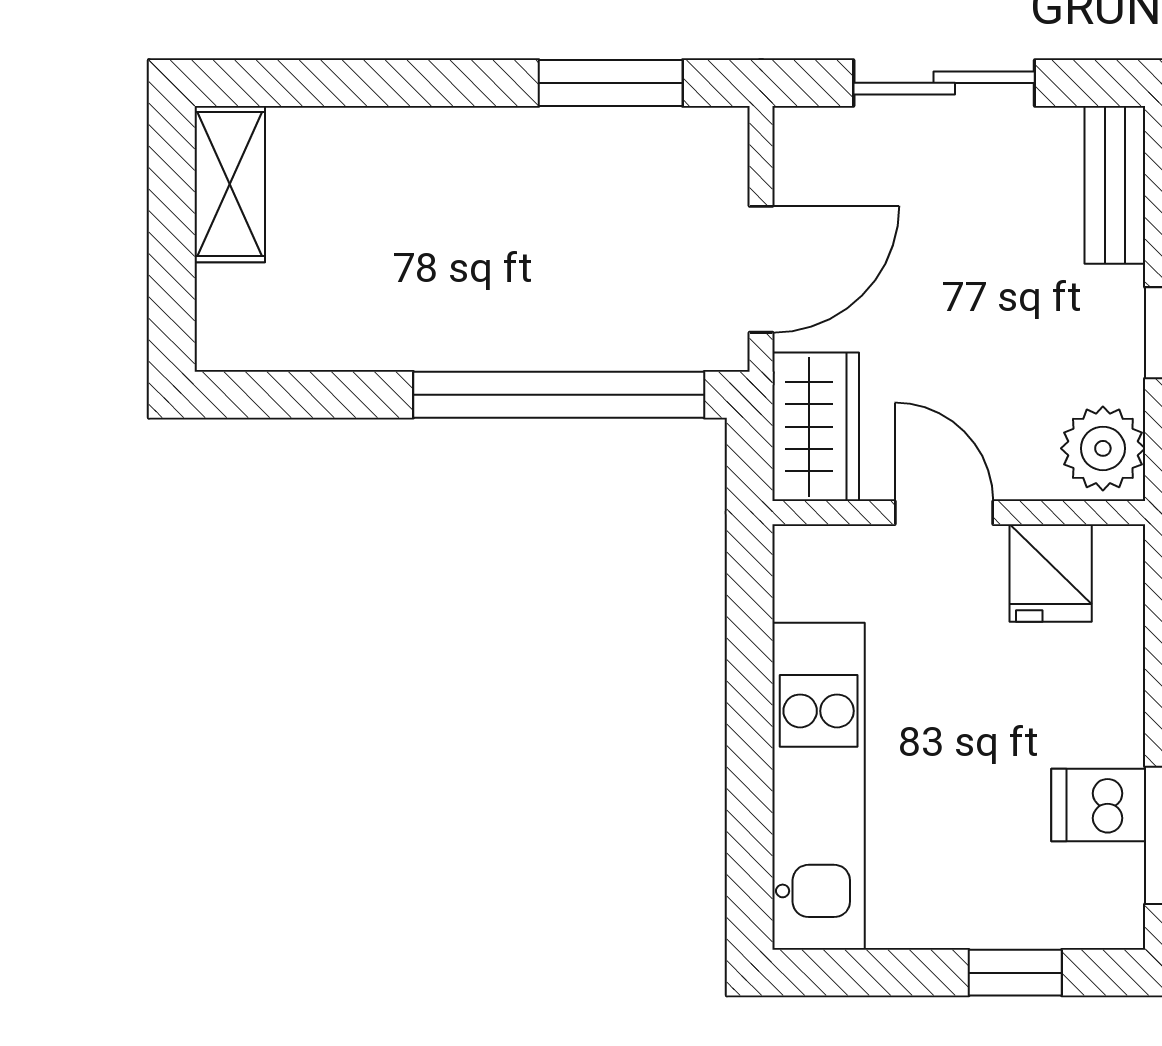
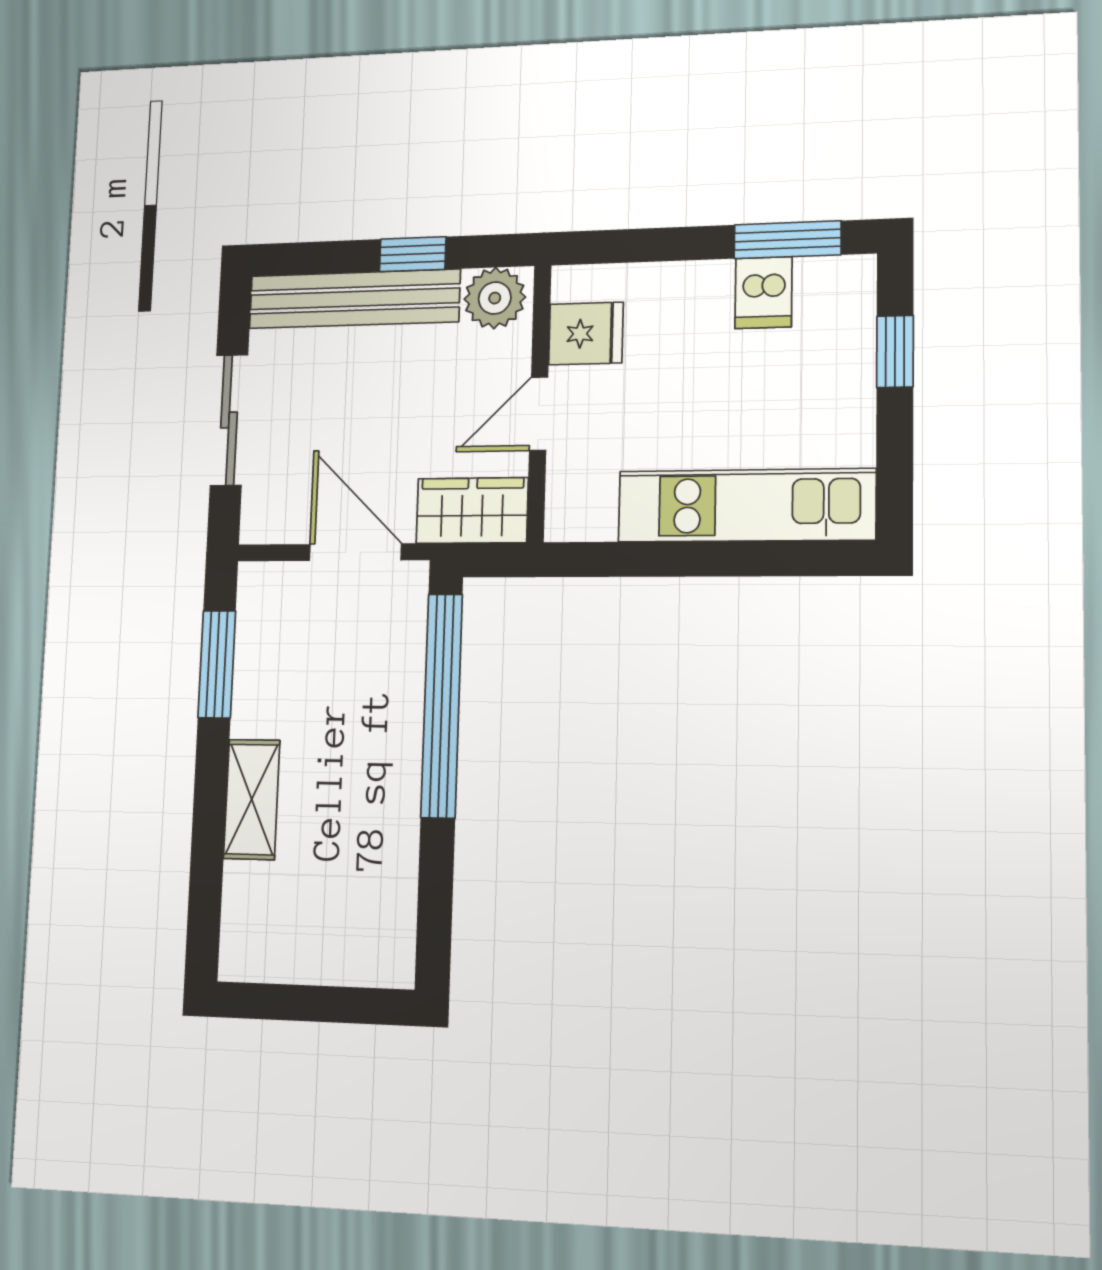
shelving: (230, 184) -> (252, 799), moved, turned 90
bench: (1115, 185) -> (354, 299), width x1.86, depth x1.21

